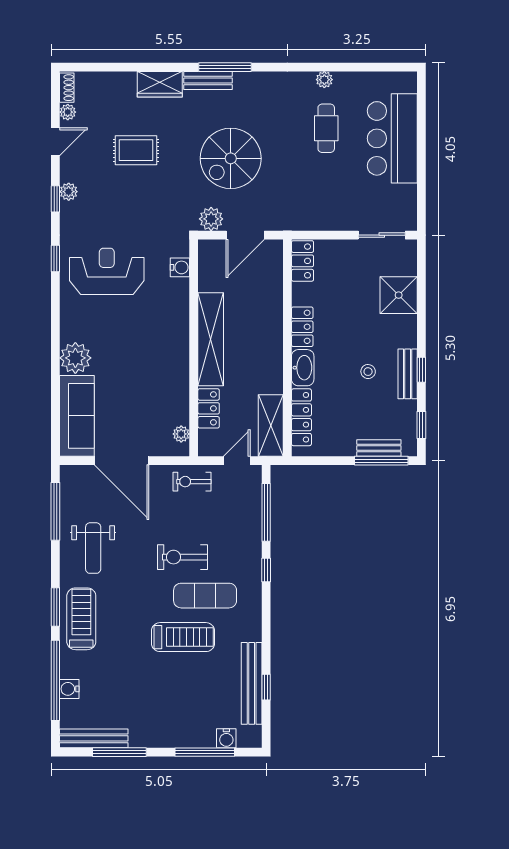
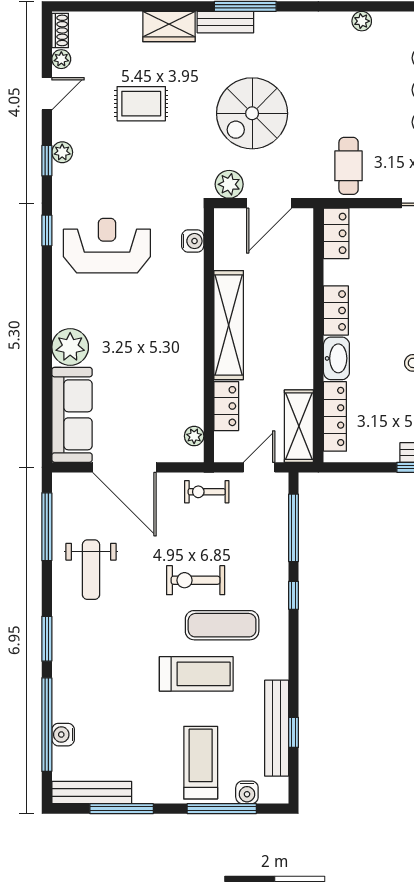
cafe table: (326, 128) -> (349, 166), moved
treadmill: (81, 619) -> (201, 763), moved

